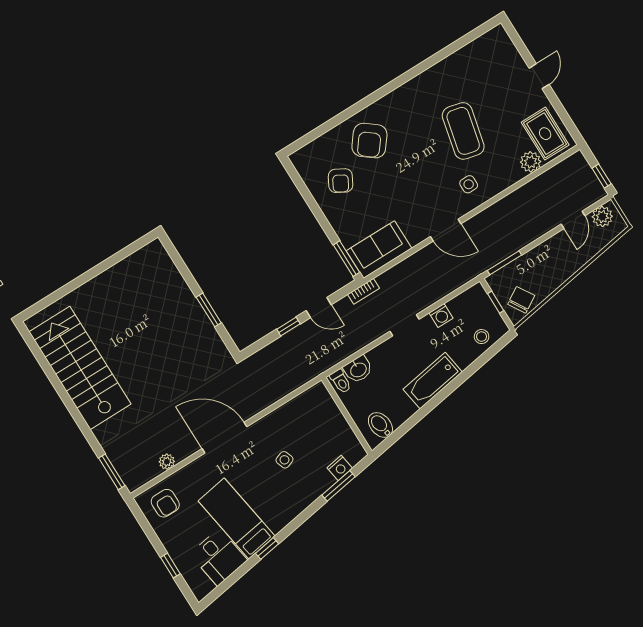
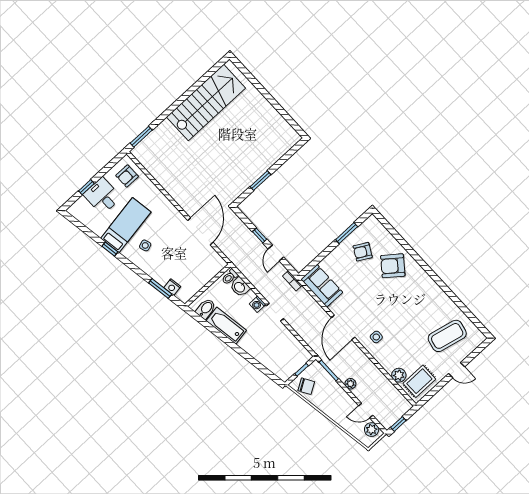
coffee table: (463, 131) -> (447, 336), moved
door: (446, 230) -> (343, 327), width x1.36
window: (346, 259) -> (347, 233), moved
washing machine: (441, 315) -> (257, 304), moved
stool: (482, 337) -> (277, 365), removed
bathtub: (433, 381) -> (226, 326), moved
door: (224, 438) -> (200, 231), moved
side table: (284, 460) -> (145, 245), moved
plant: (167, 462) -> (350, 384), moved
desk: (218, 557) -> (102, 196), moved, turned 99

